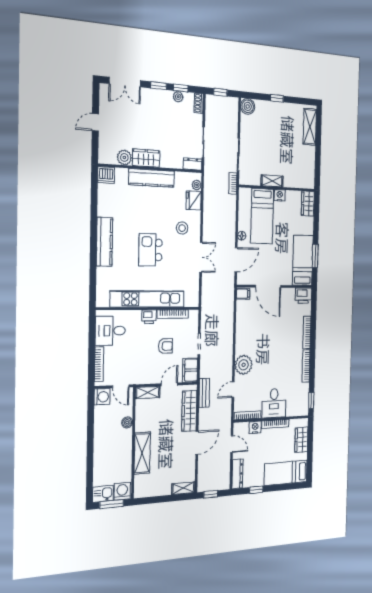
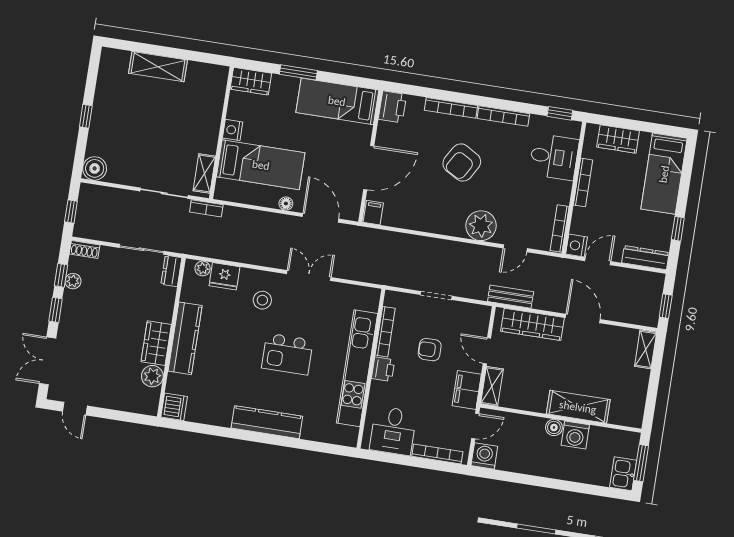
double door: (125, 82) -> (48, 361), swing flipped
door: (95, 122) -> (75, 409), moved
shelving: (310, 127) -> (158, 67), moved
shelving: (272, 181) -> (204, 173), moved
window: (315, 256) -> (298, 72), moved
armchair: (278, 345) -> (462, 163), added
armchair: (165, 346) -> (430, 350), turned -90
filing cabinet: (190, 370) -> (467, 390), moved, turned 90
door: (233, 390) -> (515, 248), hinge flipped
desk: (274, 403) -> (554, 157), moved
boiler: (127, 422) -> (554, 427), moved
nightstand: (255, 427) -> (576, 246), moved
washing machine: (122, 491) -> (575, 435), moved, turned -90

